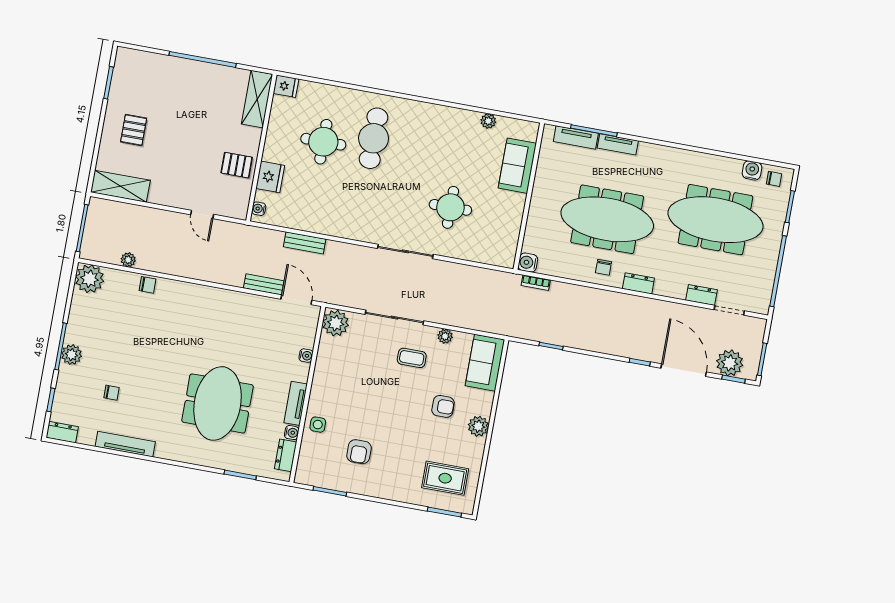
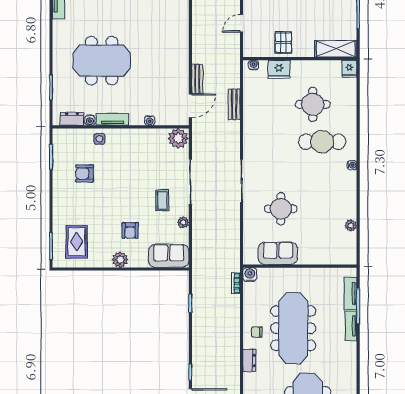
water cooler: (411, 105) -> (352, 165), added
sofa: (517, 166) -> (278, 253), moved

